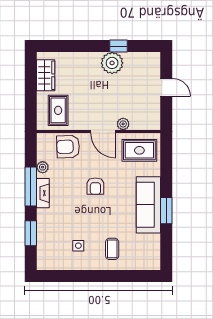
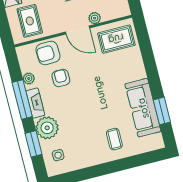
armchair: (95, 186) -> (61, 78), moved, turned 180
sofa: (148, 205) -> (143, 108), moved
window: (166, 211) -> (162, 111), moved
plant: (48, 221) -> (47, 128), added
side table: (78, 246) -> (58, 155), moved

